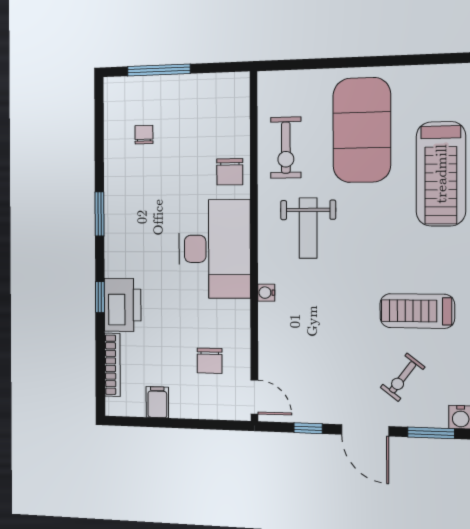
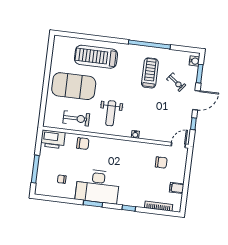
treadmill: (441, 174) -> (96, 57), turned 180
weight bench: (308, 228) -> (111, 113), turned 90
desk: (214, 249) -> (98, 186), moved, turned 180
printer: (123, 305) -> (53, 139), moved, turned 180
treadmill: (417, 311) -> (150, 73), turned 180

